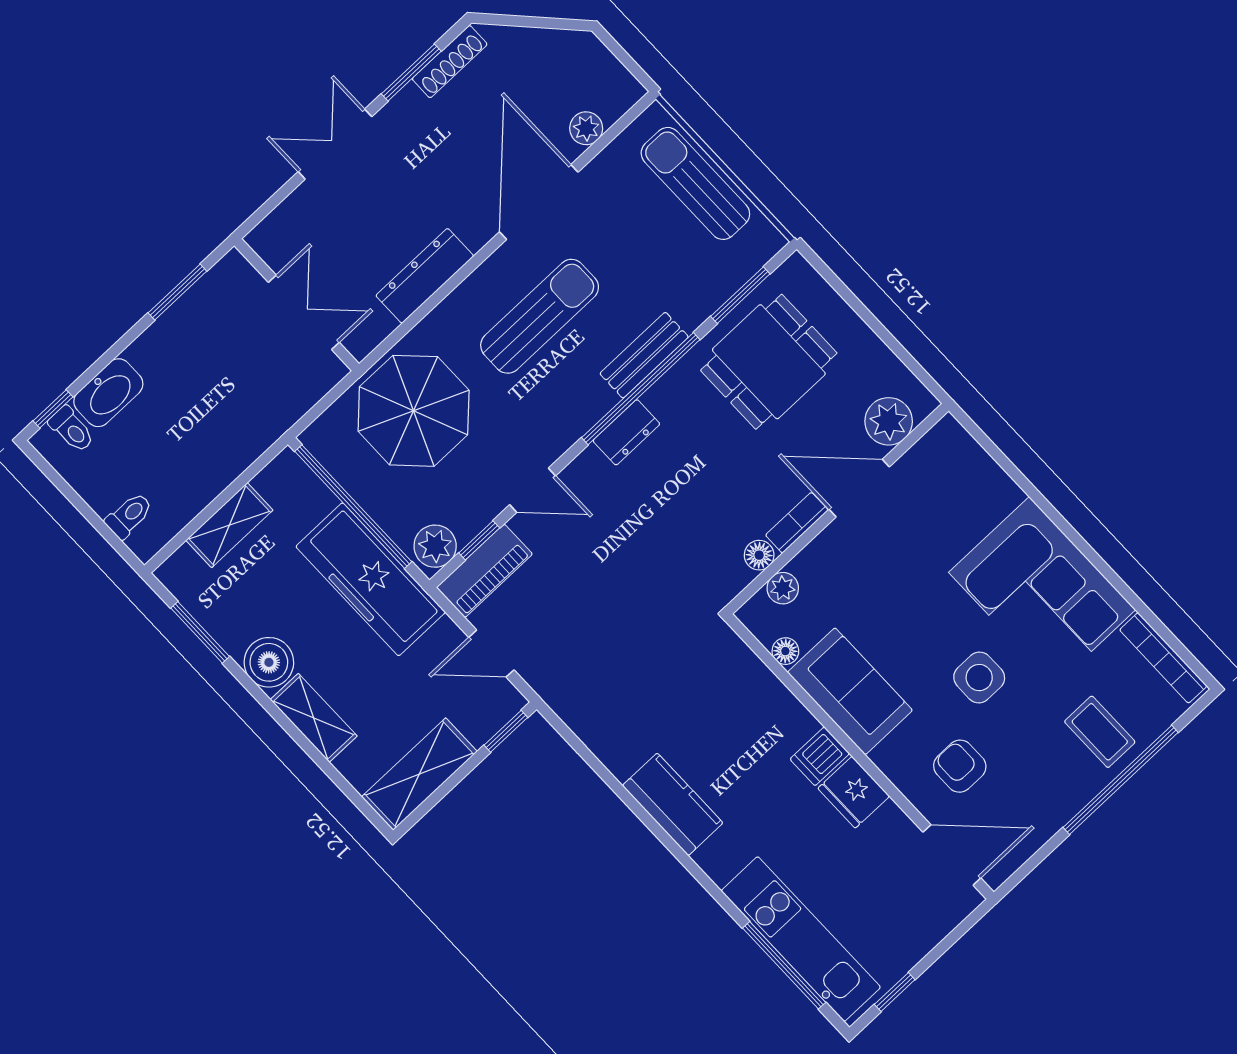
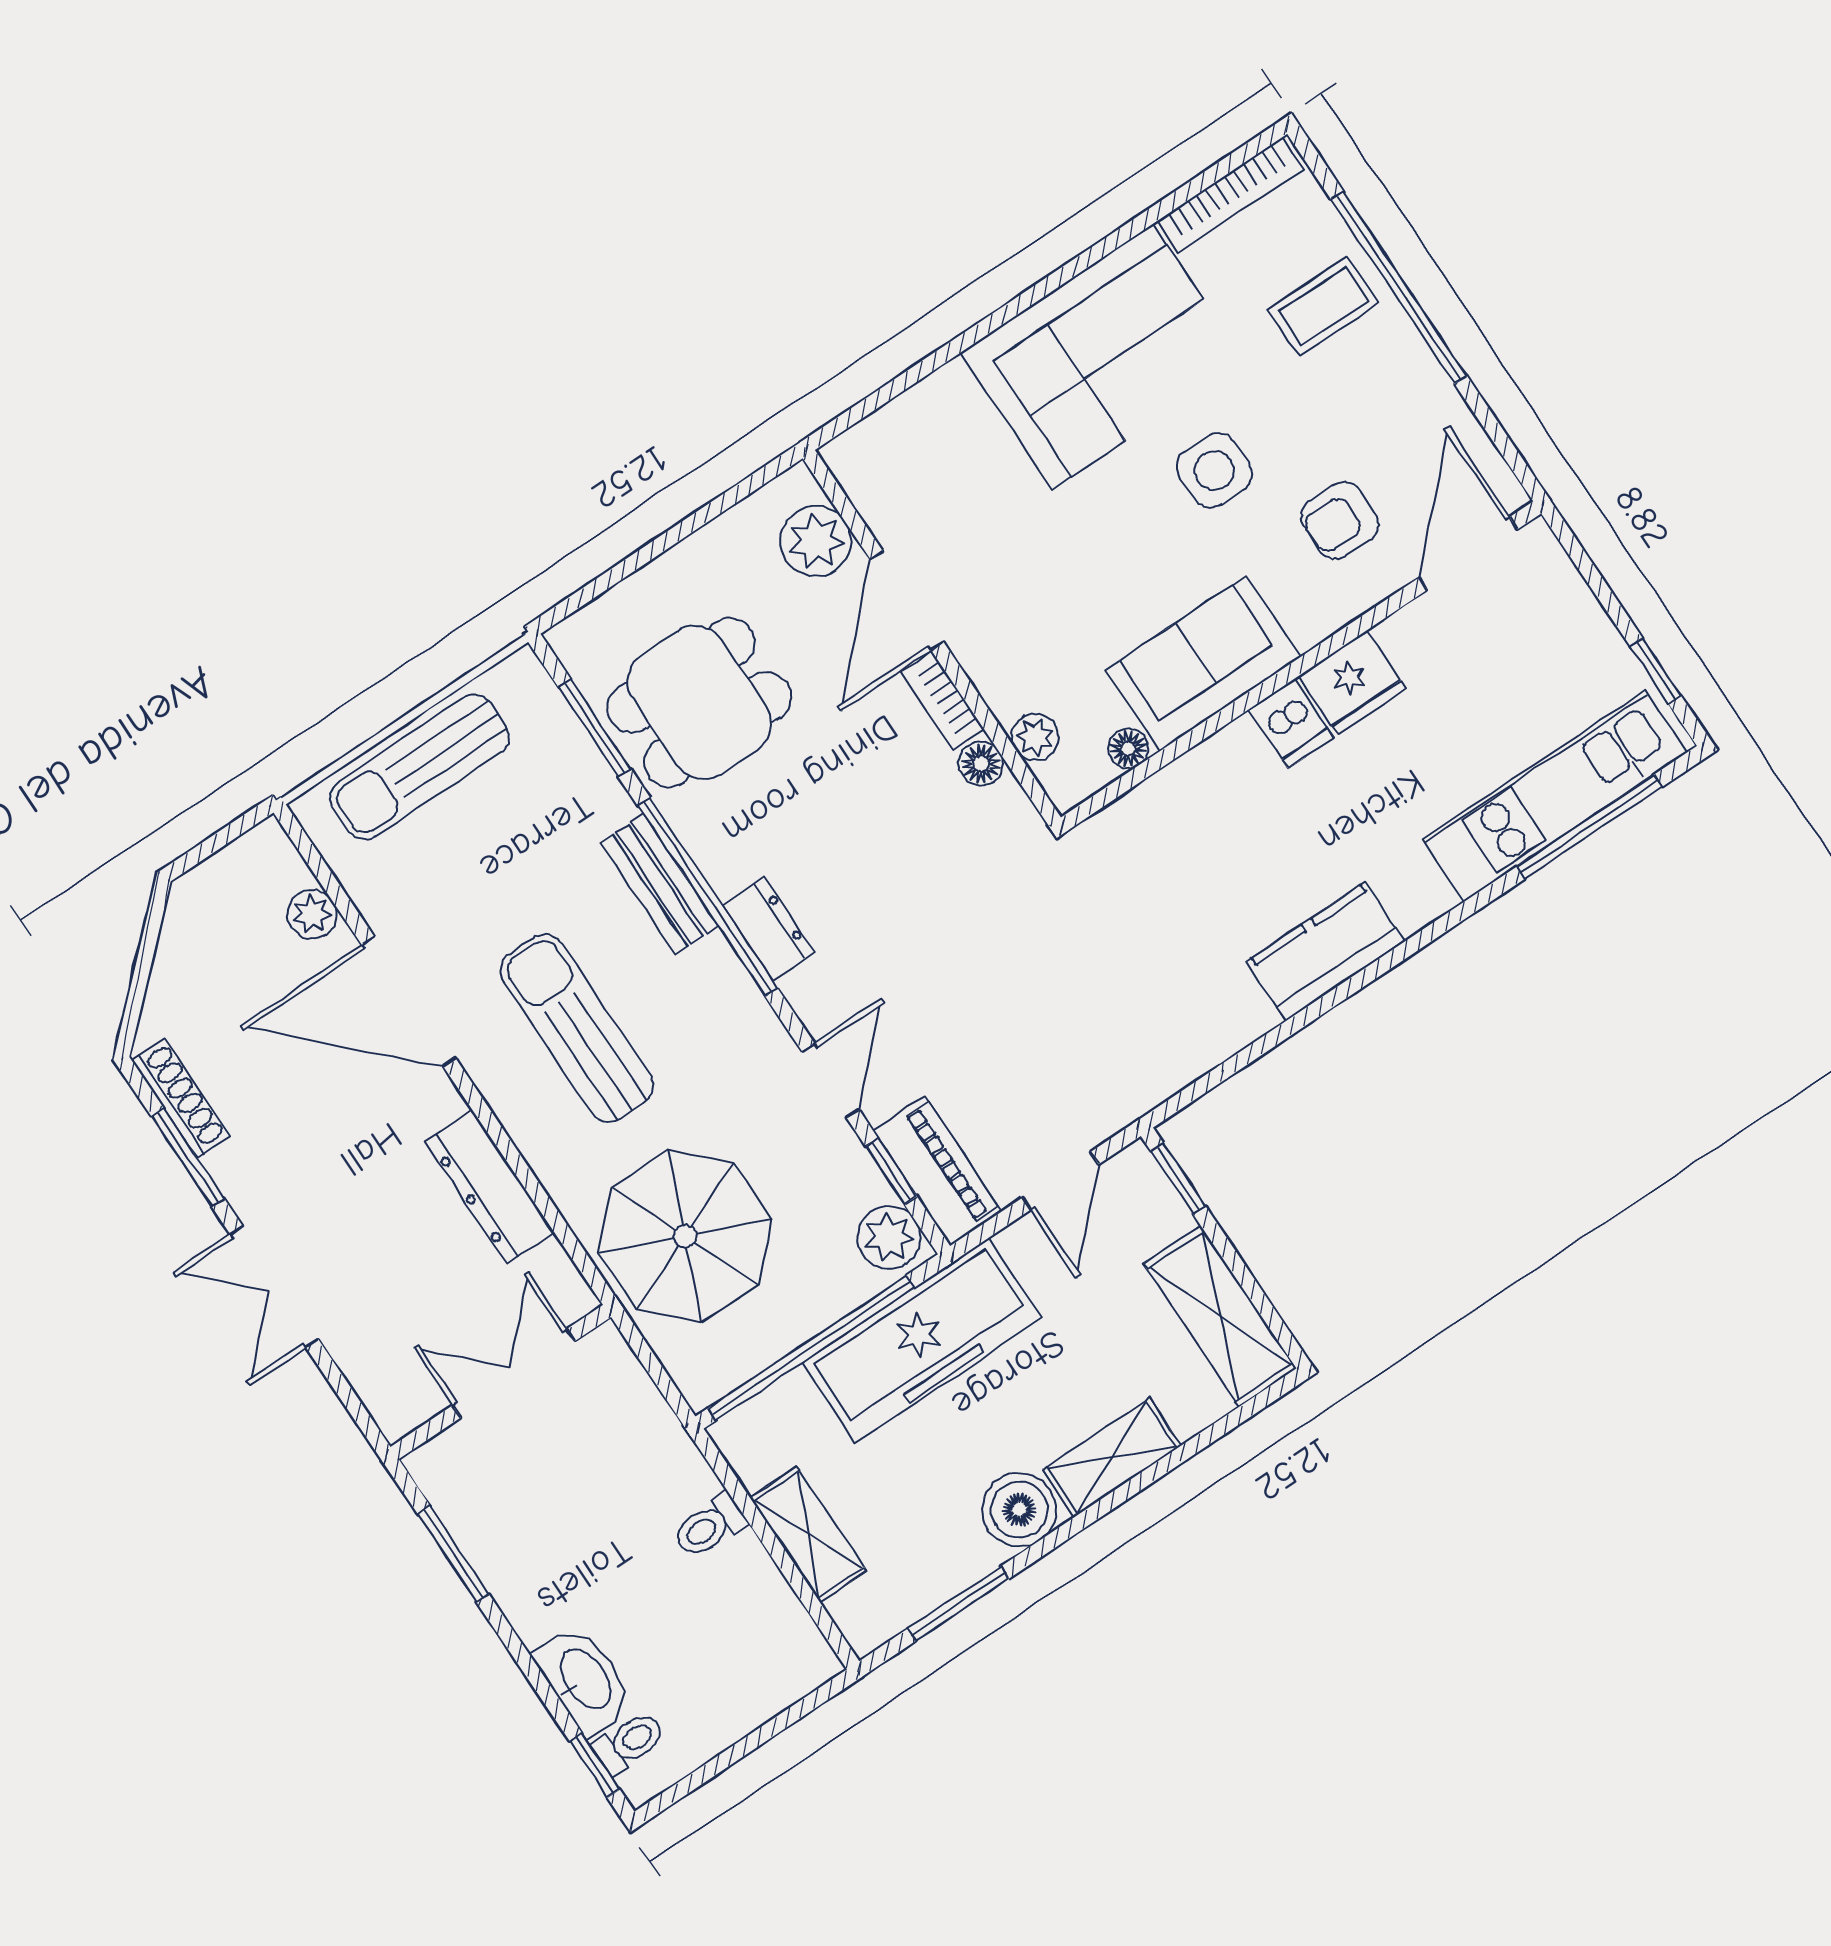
dining table: (769, 362) -> (699, 703), turned 90
toilet: (129, 516) -> (710, 1526), moved, turned -90

